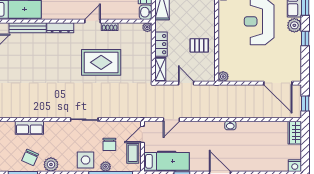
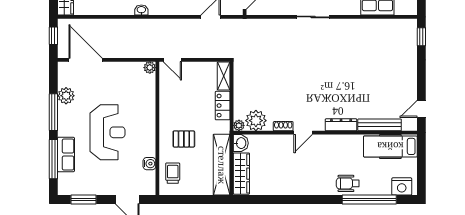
plant: (294, 25) -> (66, 96), moved
plant: (133, 31) -> (256, 121), added
window: (305, 39) -> (53, 112), width x2.17
pallet: (199, 45) -> (184, 139), moved
rug: (101, 62) -> (293, 84), removed
door: (186, 83) -> (172, 60), moved

